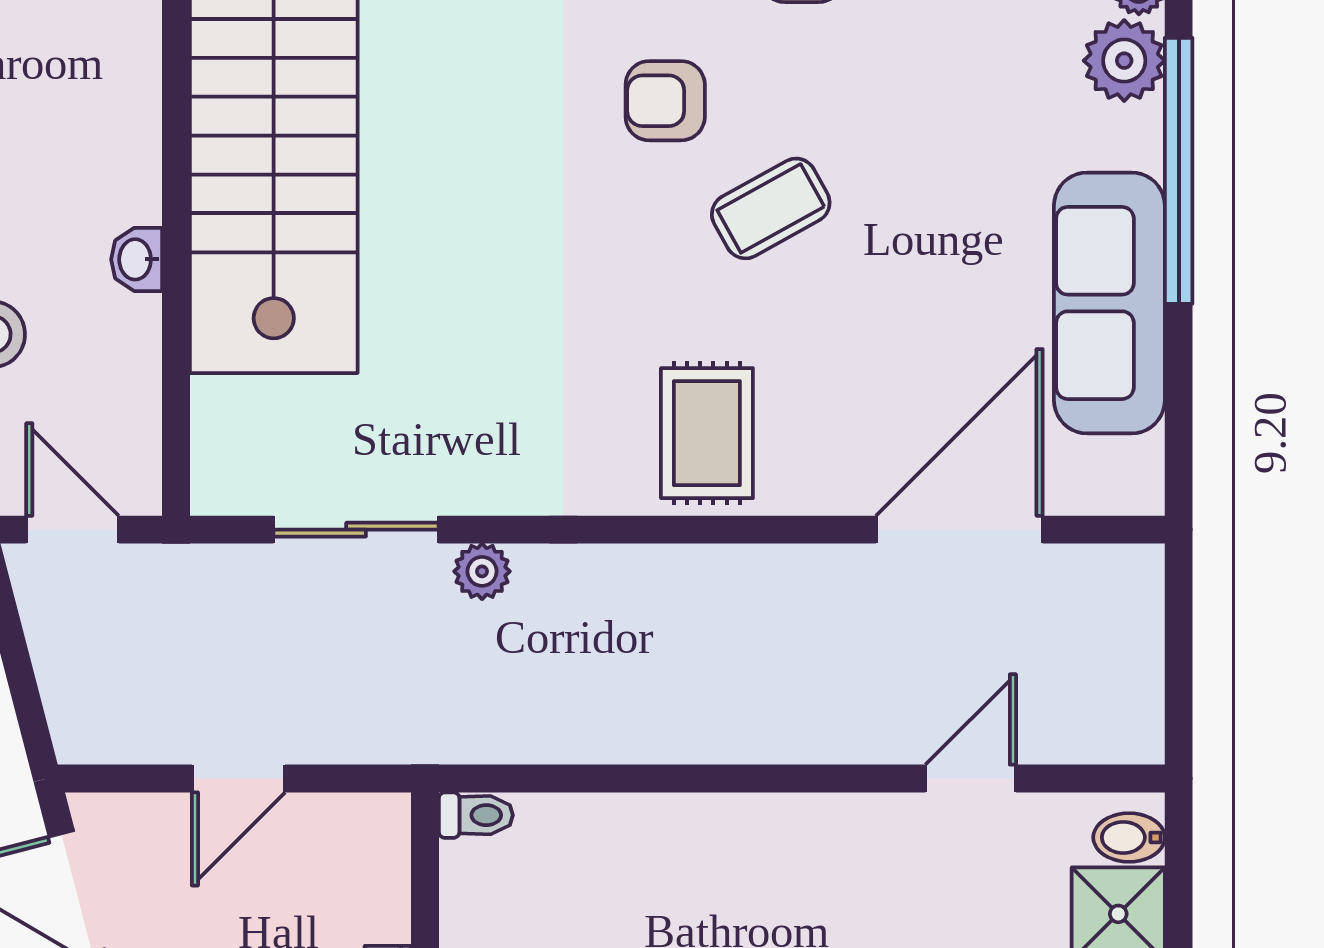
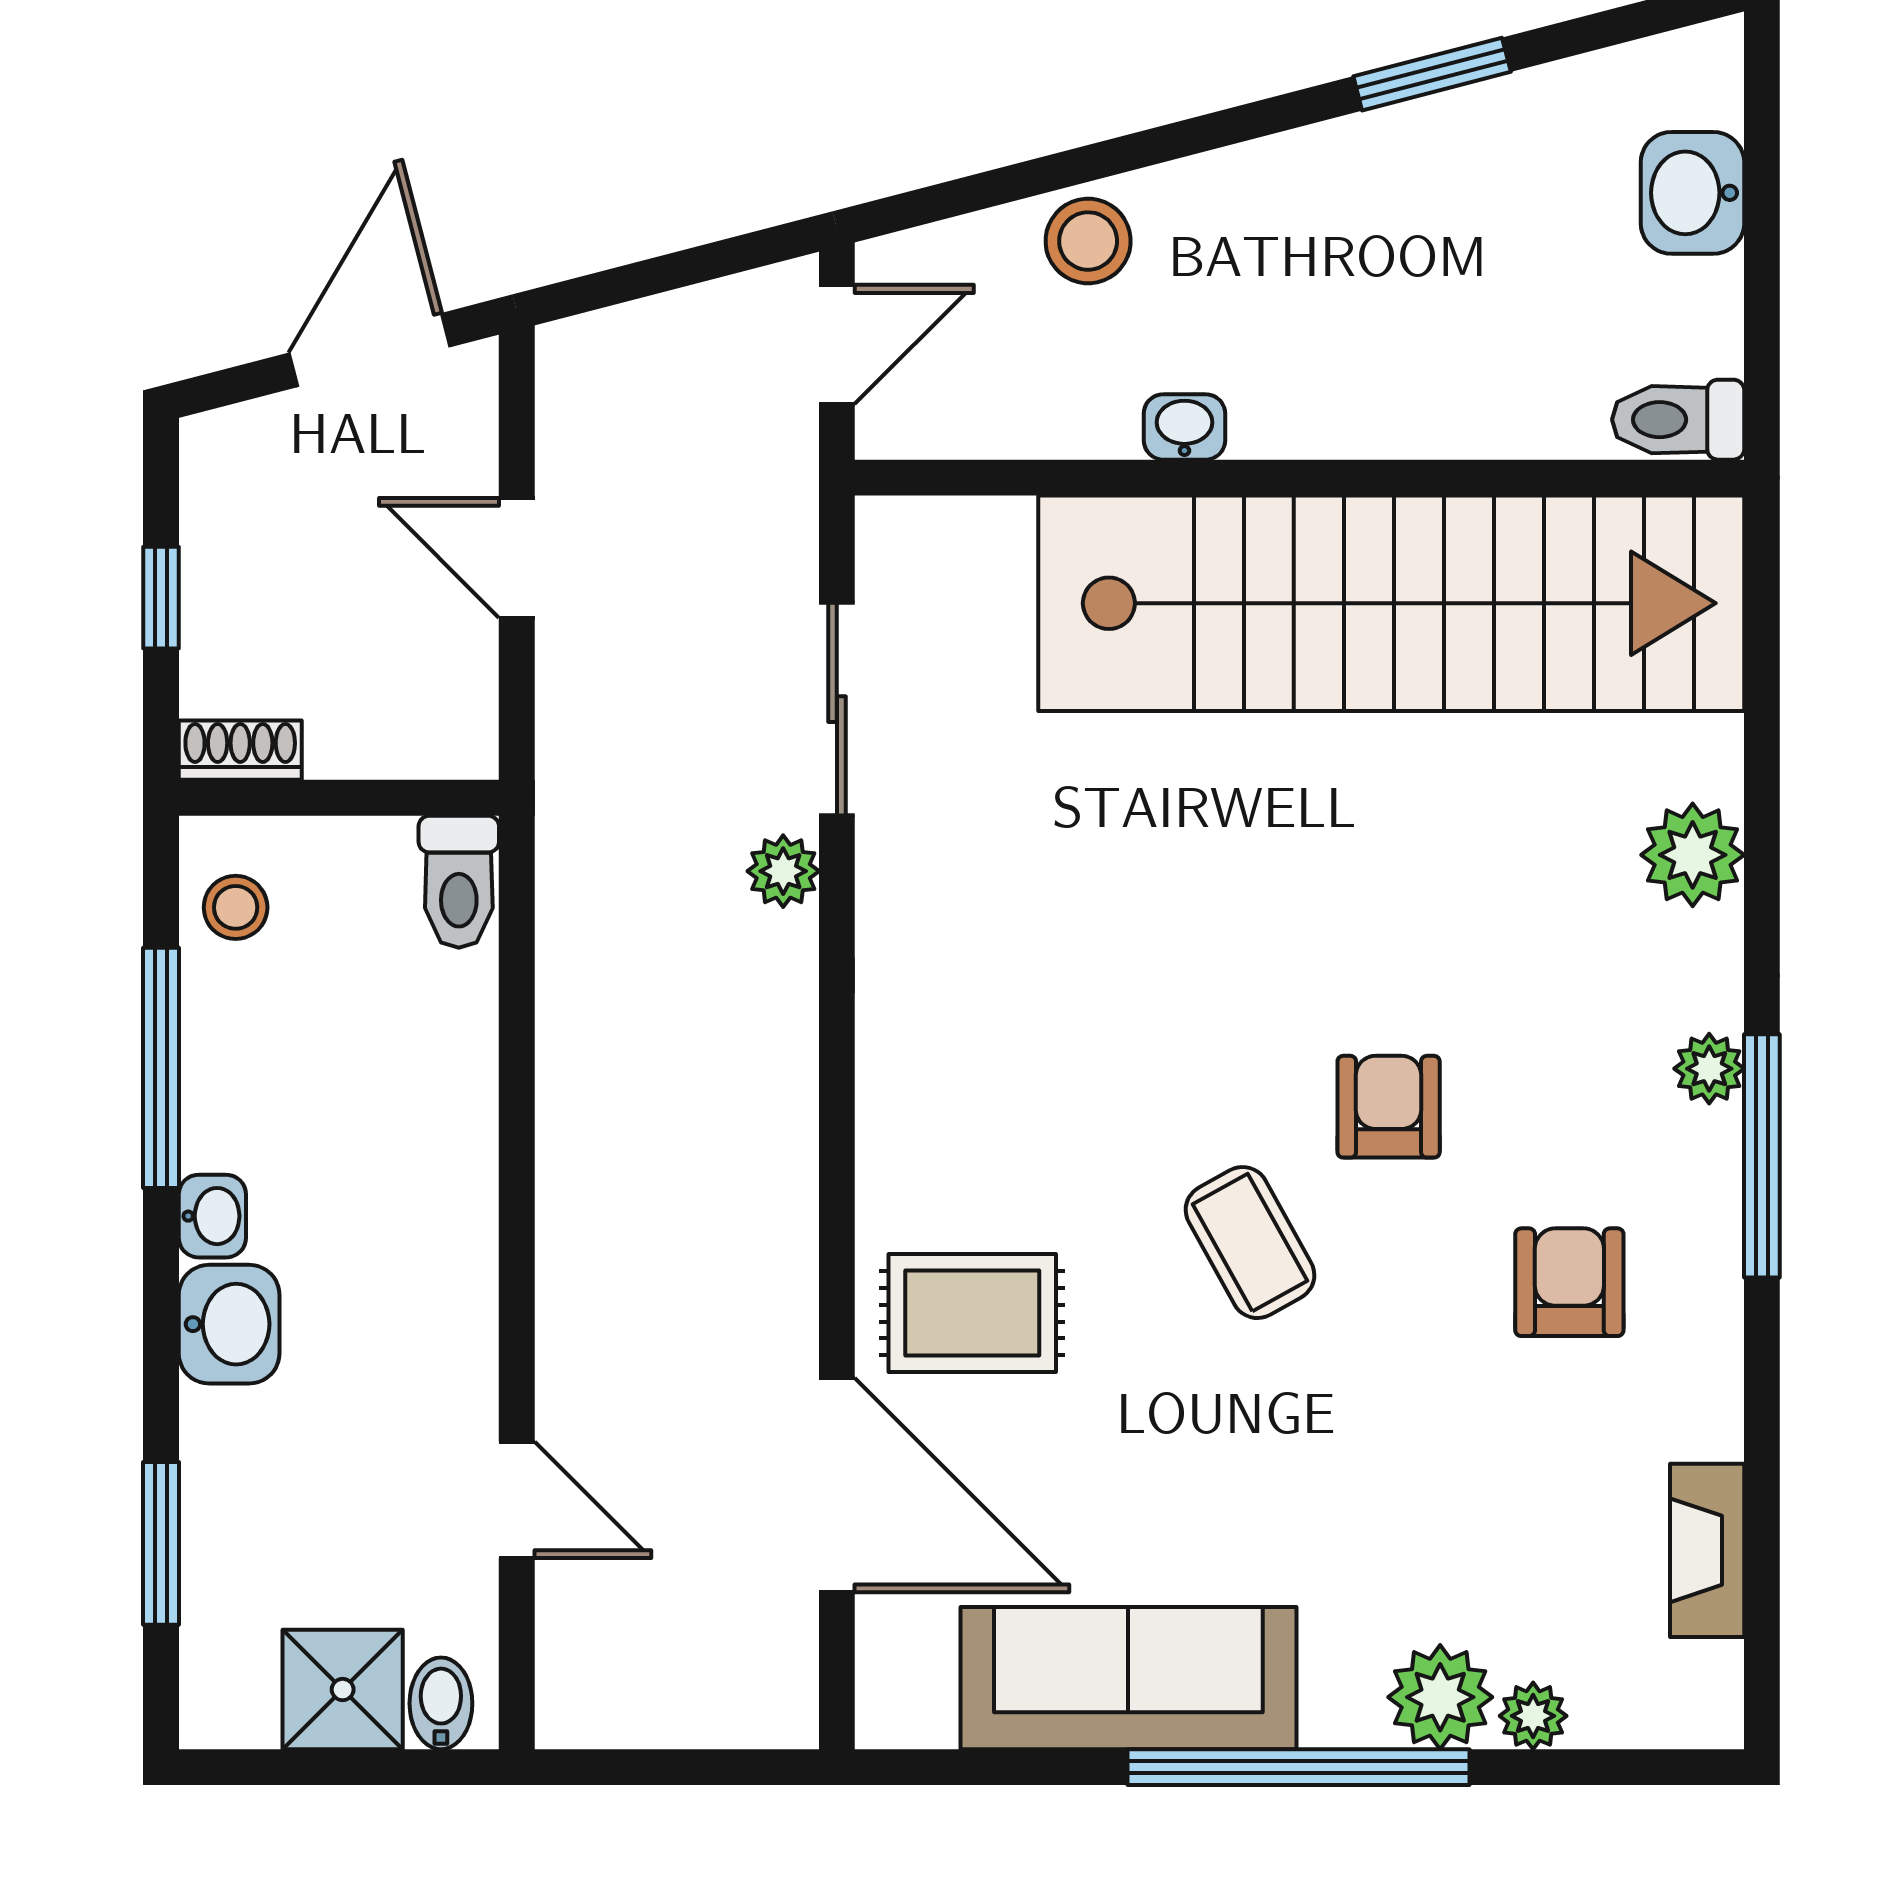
rug: (707, 433) -> (972, 1313), moved
toilet: (476, 815) -> (459, 882), width x1.37, depth x1.39

